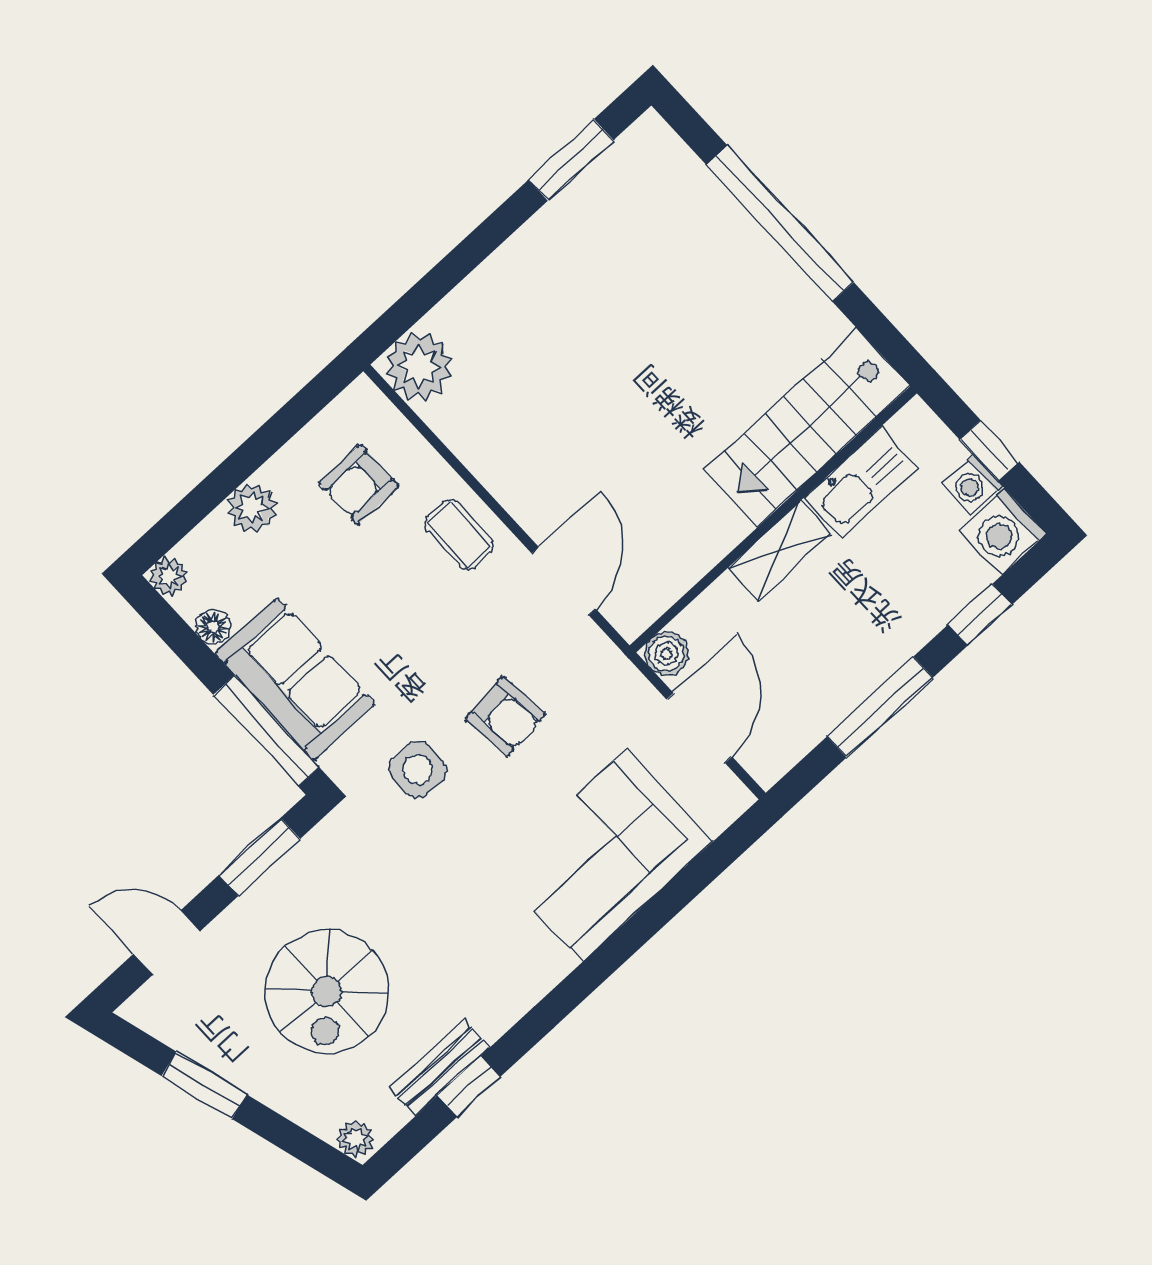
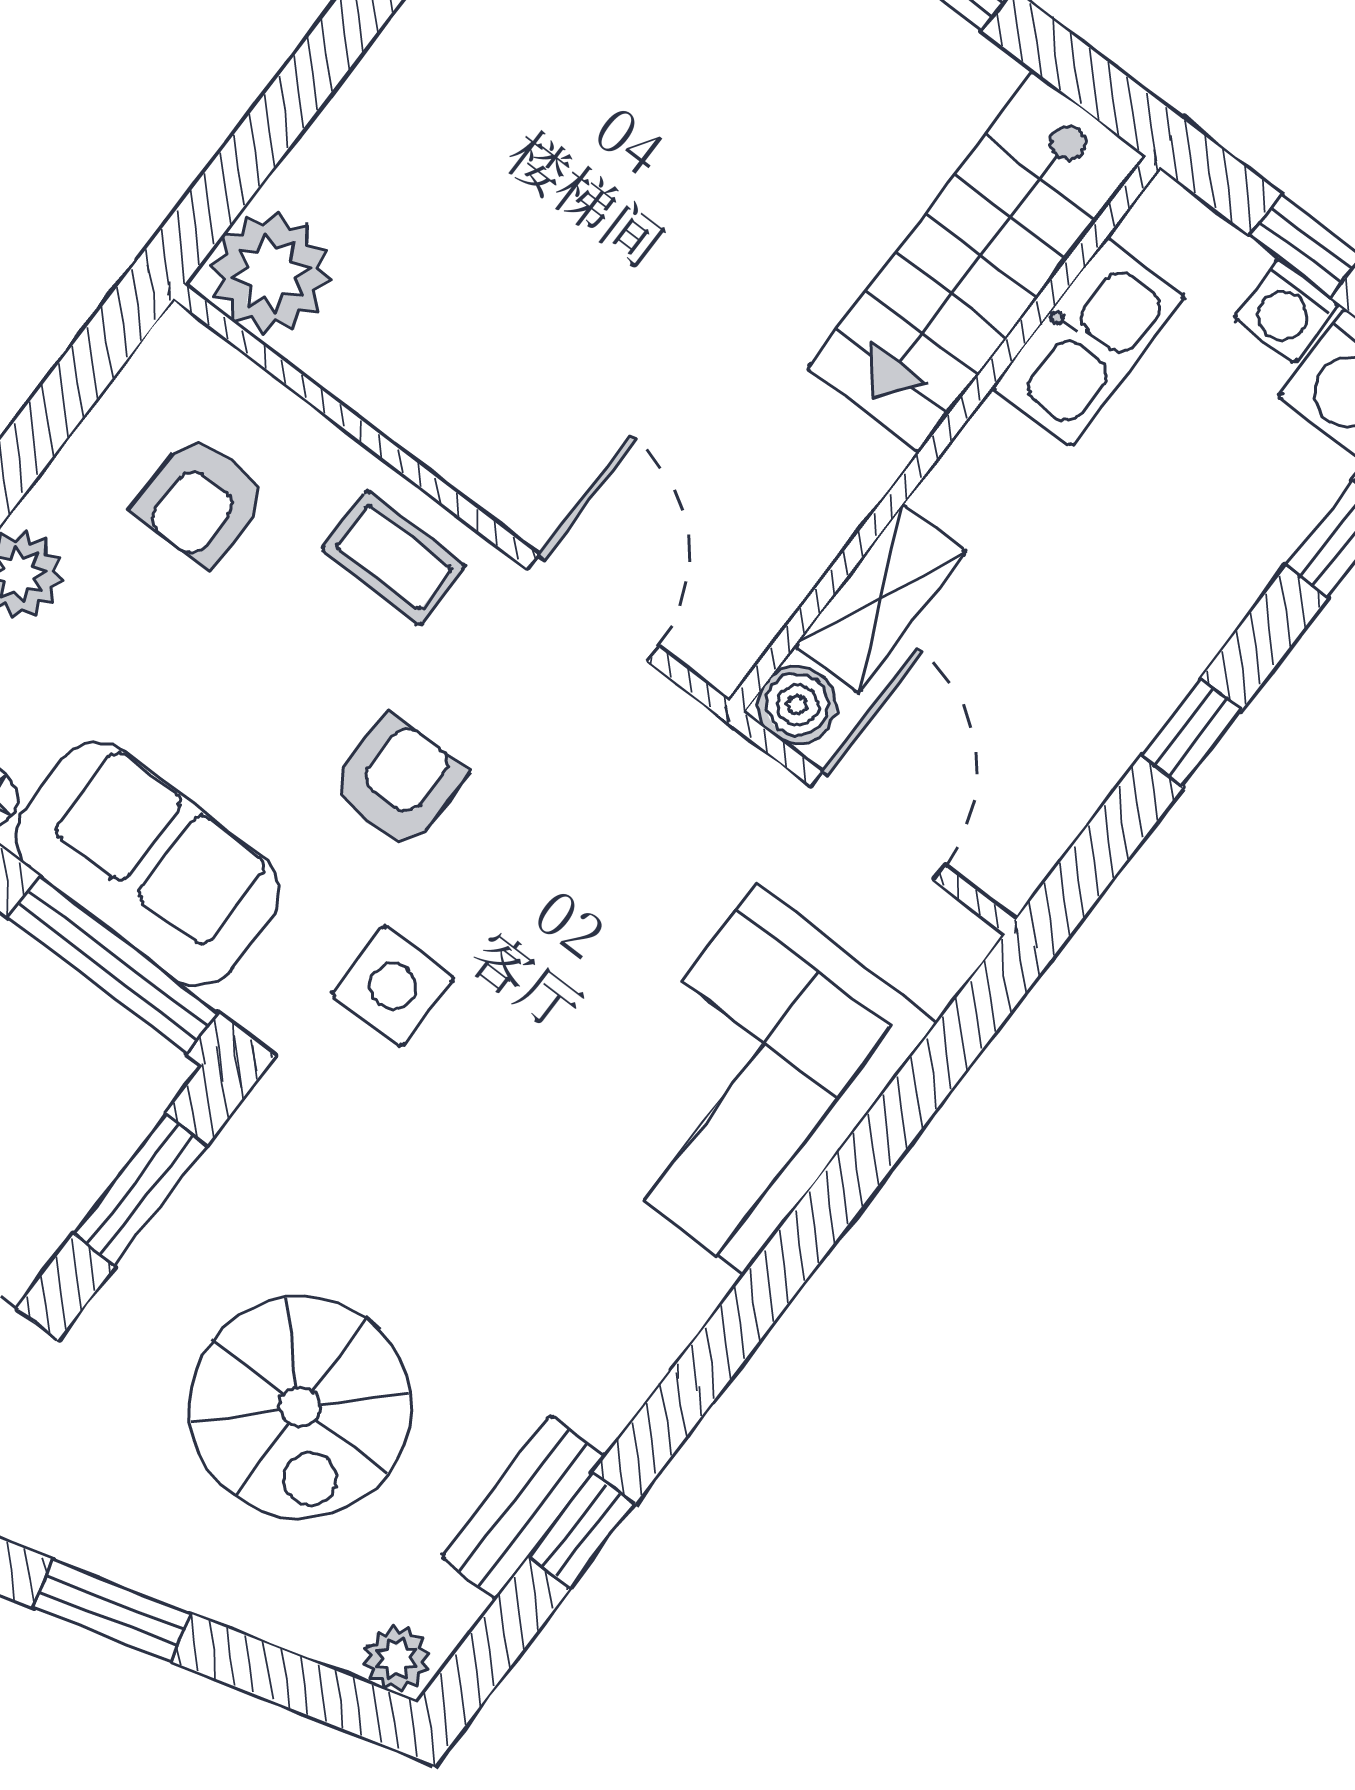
shelving: (779, 551) -> (881, 598), moved
window: (880, 707) -> (1191, 733), width x0.46
armchair: (505, 716) -> (398, 782), moved, turned -84

